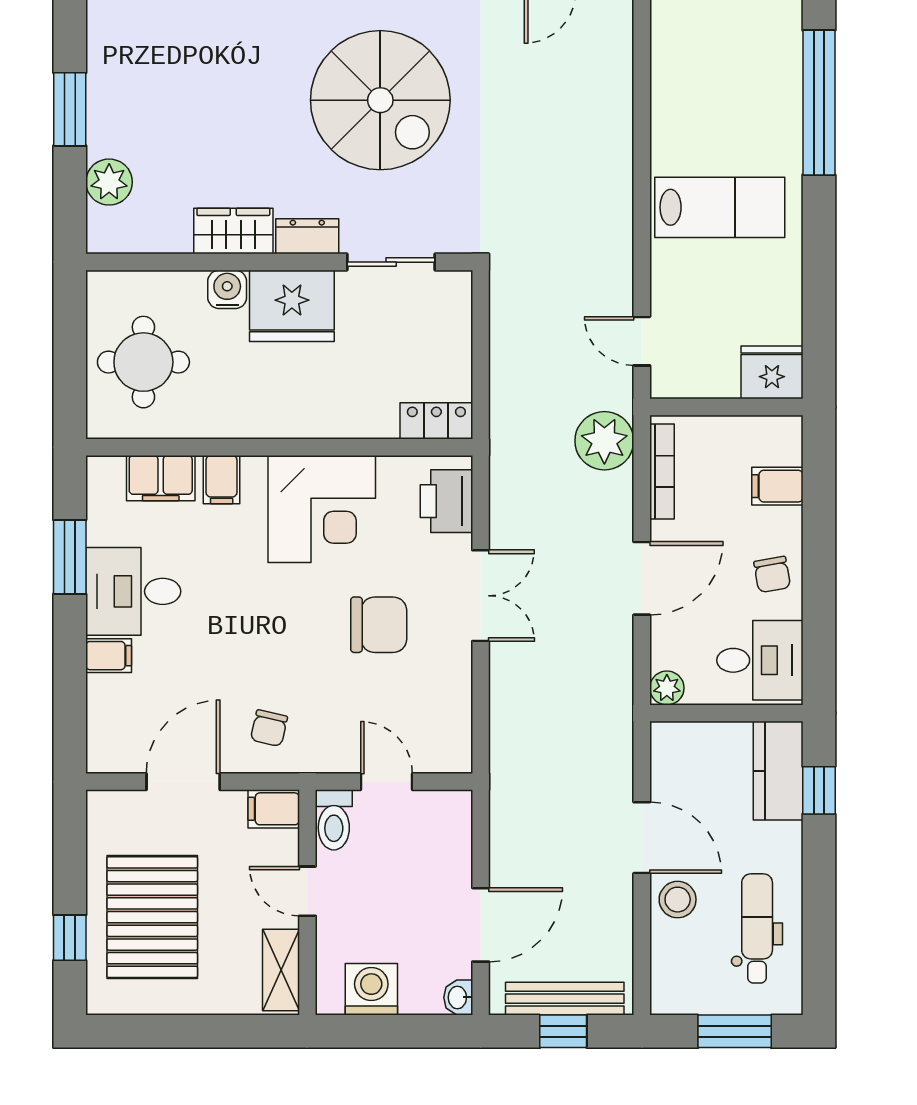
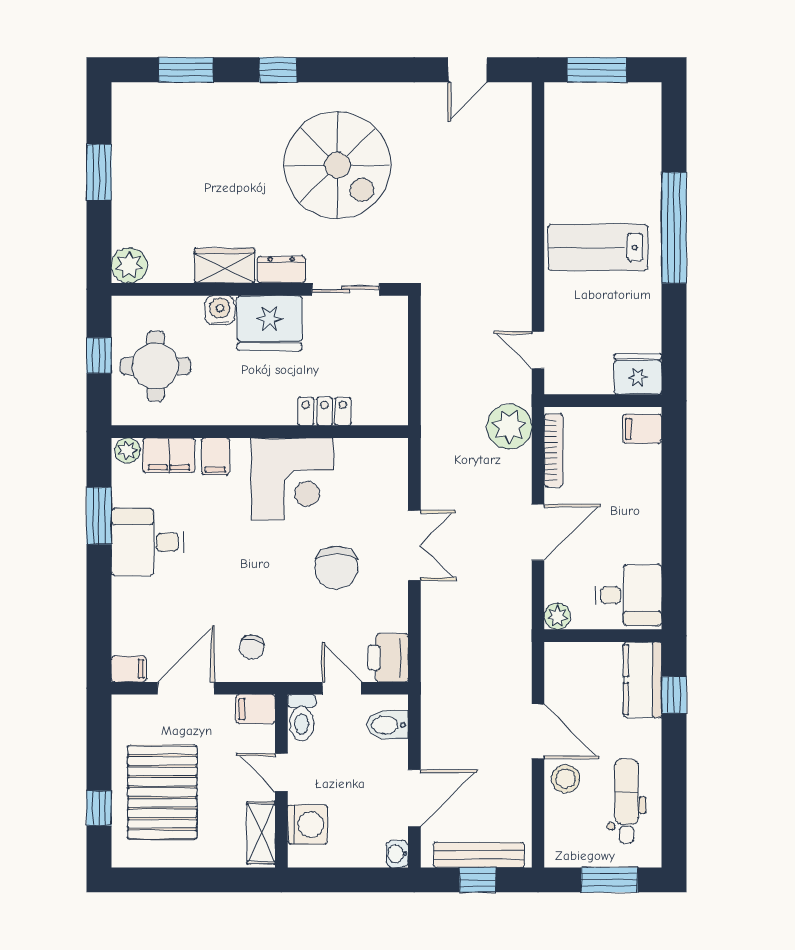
window: (819, 103) -> (674, 228), moved
plant: (109, 182) -> (129, 265), moved
lab bench: (720, 207) -> (598, 247), turned 180
window: (70, 348) -> (99, 356), added
locker: (436, 421) -> (324, 411), moved
plant: (107, 472) -> (127, 450), added
filing cabinet: (777, 486) -> (642, 429), moved
printer: (446, 501) -> (388, 658), moved
chair: (772, 574) -> (638, 529), removed
chair: (379, 625) -> (336, 568), turned 90
filing cabinet: (109, 656) -> (129, 669), moved
bidet: (446, 829) -> (388, 725), added
washing machine: (371, 989) -> (307, 825), moved, turned 90

